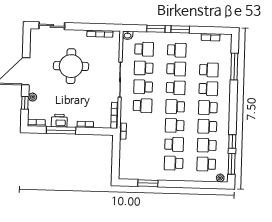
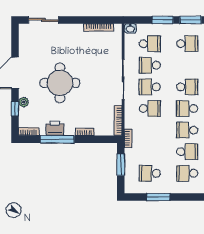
round table: (71, 66) -> (60, 83), moved
school desk: (176, 69) -> (150, 173), moved, turned 180
window: (116, 154) -> (121, 165), added

